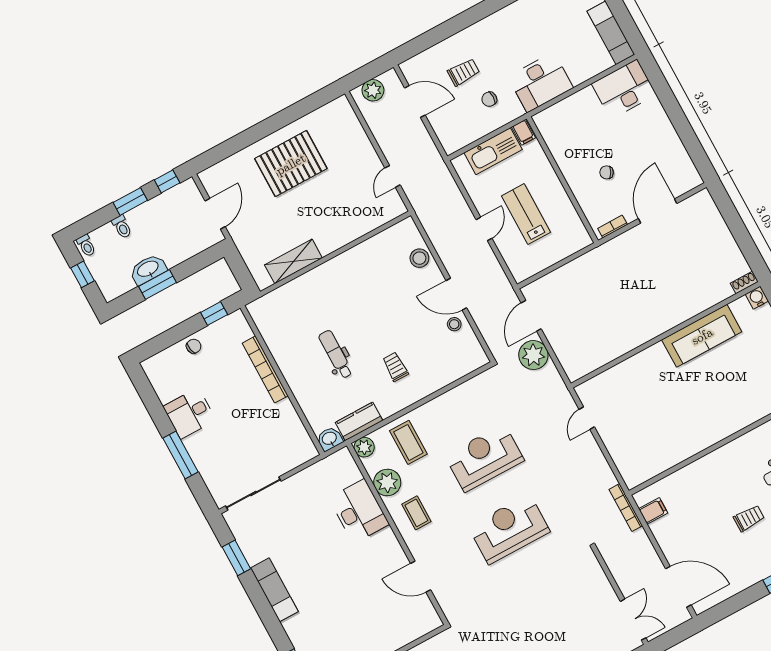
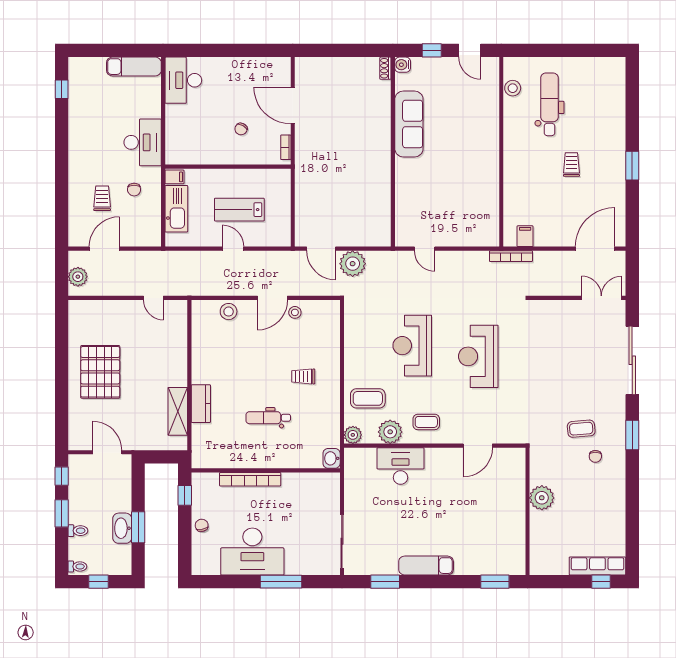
desk: (190, 413) -> (252, 552), width x1.87, depth x1.30
kitchen counter: (359, 421) -> (201, 404), moved, turned 180

